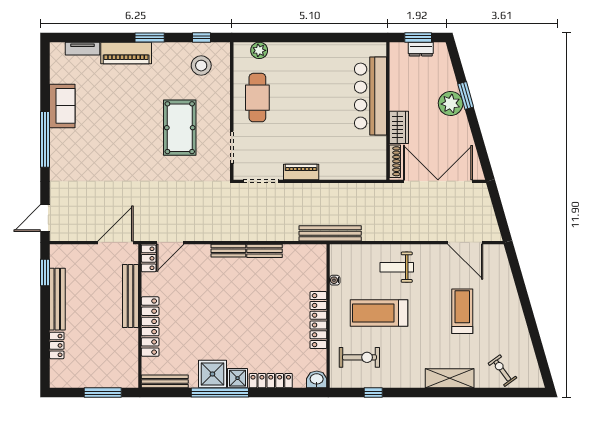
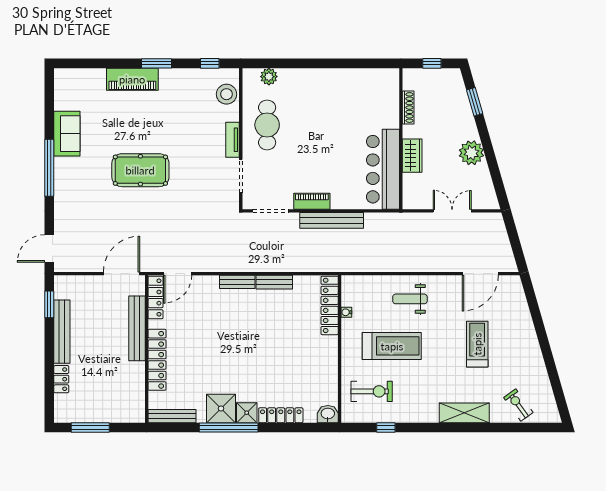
window: (418, 37) -> (432, 63), width x0.67
tv unit: (83, 49) -> (233, 140), moved, turned 90
dresser: (421, 49) -> (435, 75), removed
stool: (201, 66) -> (227, 94), moved
window: (466, 95) -> (475, 102), moved
bar counter: (370, 96) -> (383, 169), moved
plant: (451, 104) -> (471, 153), moved
pool table: (180, 128) -> (140, 170), moved, turned 90
shoe rack: (395, 161) -> (408, 108), moved
double door: (438, 181) -> (452, 211), width x0.54
bench: (330, 233) -> (332, 220), moved
door: (465, 243) -> (480, 274), hinge flipped
locker: (149, 258) -> (156, 298), width x1.53
treadmill: (379, 313) -> (392, 346), turned 180
locker: (318, 320) -> (330, 305), moved
window: (103, 393) -> (90, 428), moved

